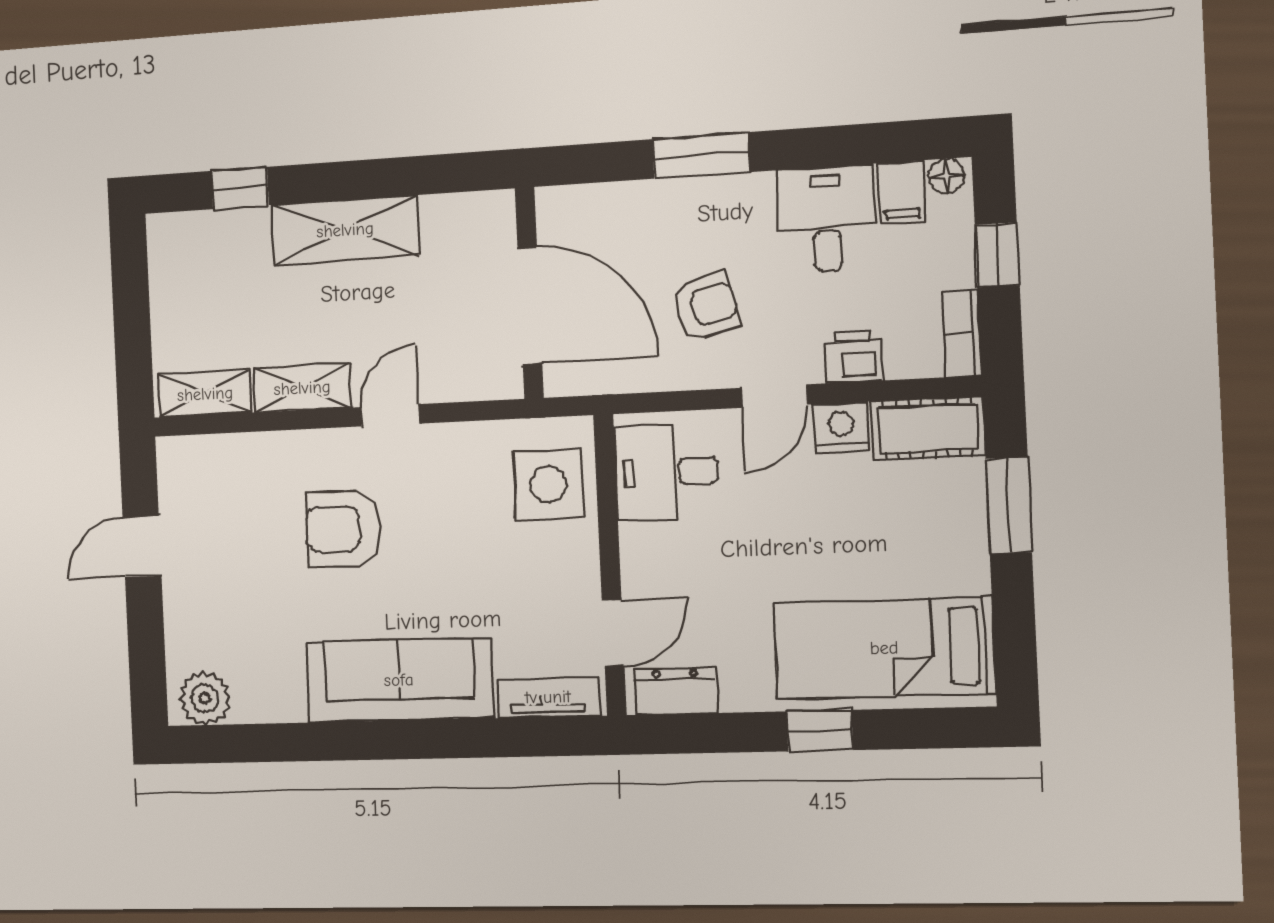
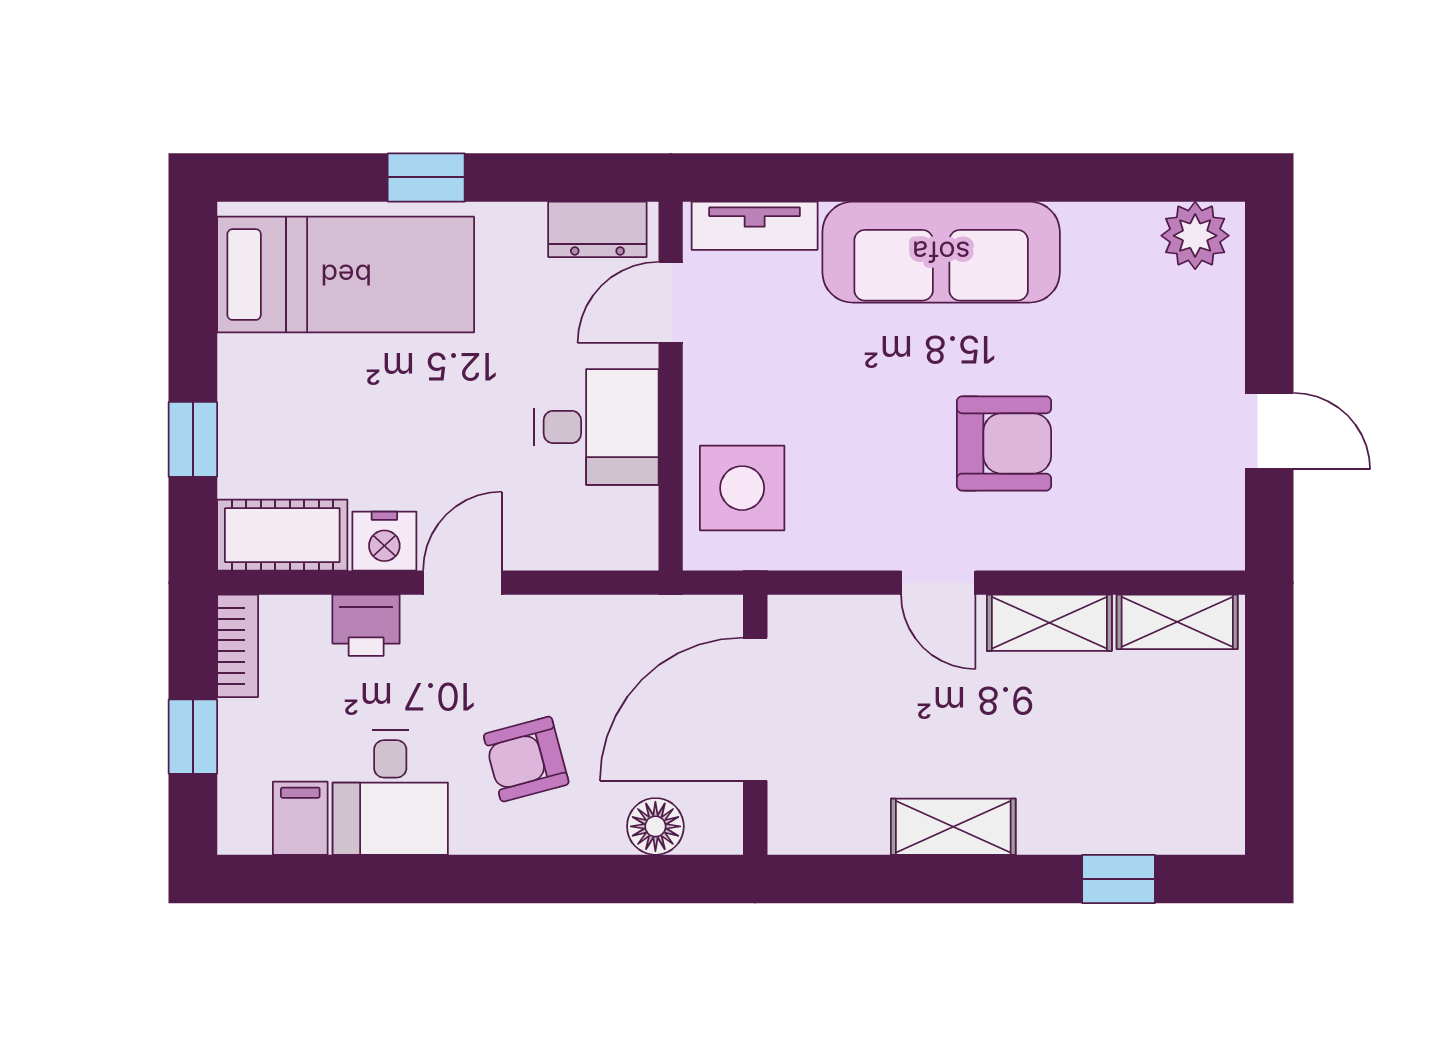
window: (701, 156) -> (537, 879), removed
floor lamp: (946, 176) -> (655, 826), moved, width x1.37, depth x1.37
shelving: (345, 230) -> (953, 827), width x0.67, depth x0.75
door: (530, 306) -> (755, 709), hinge flipped
armchair: (706, 307) -> (526, 759), moved
door: (390, 415) -> (938, 583), hinge flipped
desk: (667, 472) -> (596, 427), moved
window: (1009, 505) -> (193, 439), width x0.67
door: (142, 547) -> (1269, 431), hinge flipped

